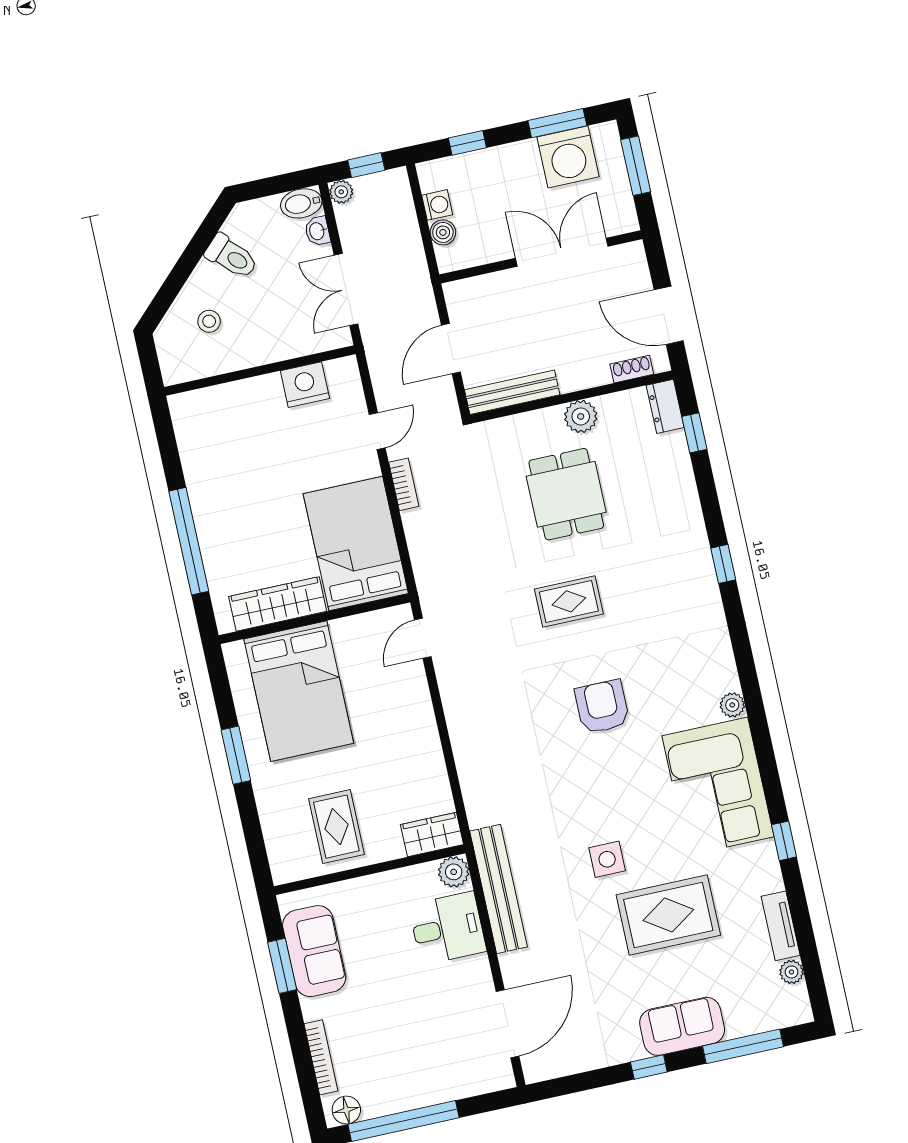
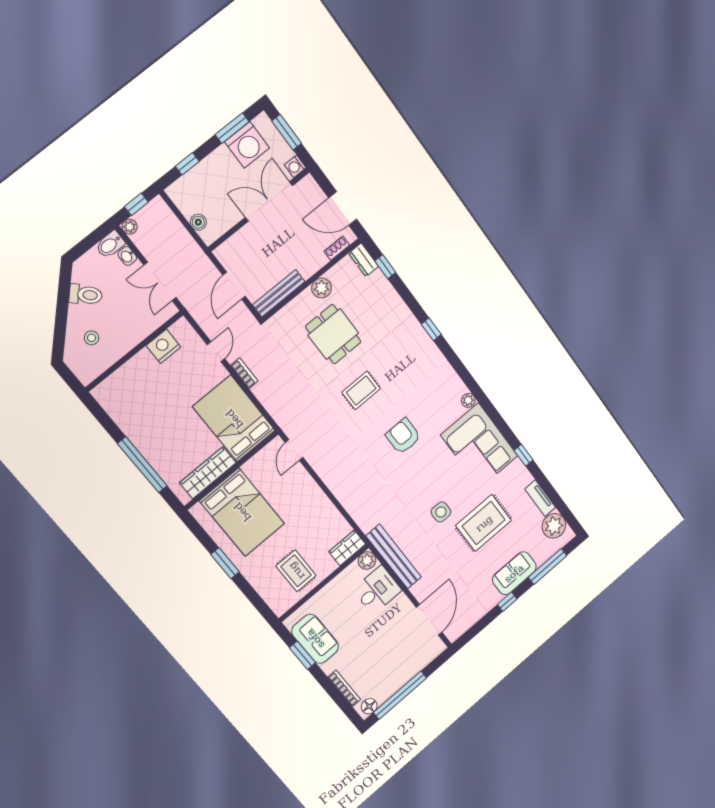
washing machine: (437, 205) -> (295, 166), moved, turned 180
plant: (791, 972) -> (554, 526), width x1.88, depth x1.88

